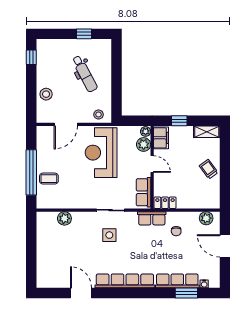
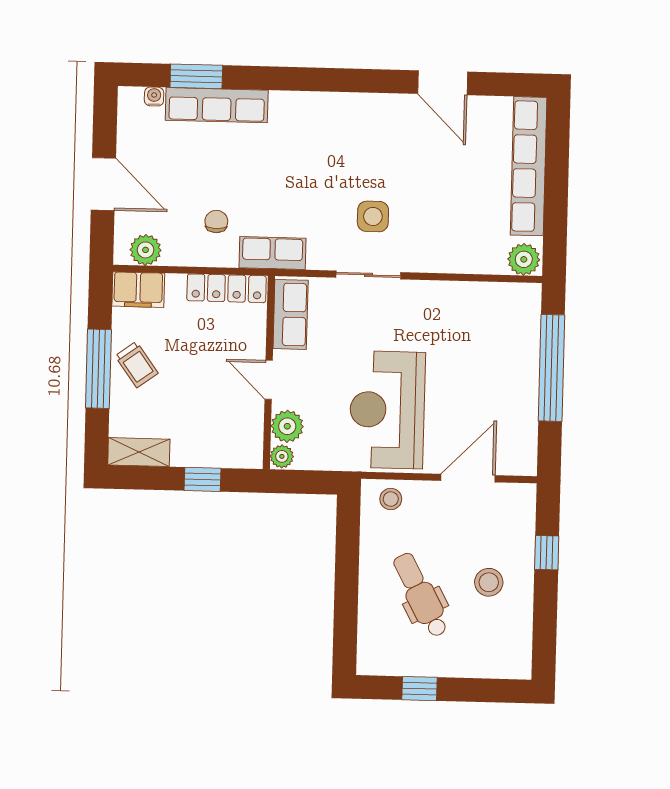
window: (31, 57) -> (547, 553), moved
stool: (46, 94) -> (489, 582), moved
filing cabinet: (161, 138) -> (138, 290), moved, turned -90
reception desk: (101, 153) -> (387, 410), turned 180
window: (225, 167) -> (98, 369), added
coffee table: (49, 179) -> (511, 352), removed
locker: (165, 203) -> (227, 288), width x1.53
plant: (64, 218) -> (524, 259), moved
row of seats: (125, 281) -> (529, 166), moved, turned 90

